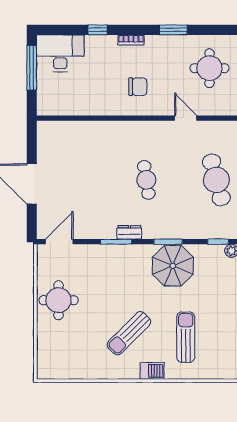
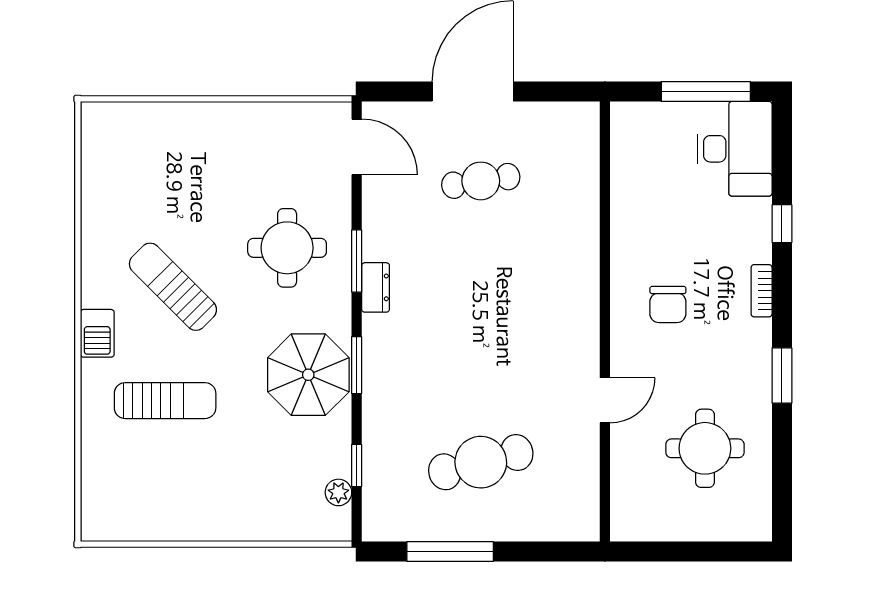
cafe table: (146, 180) -> (481, 181), moved
round table: (59, 300) -> (287, 248), moved

